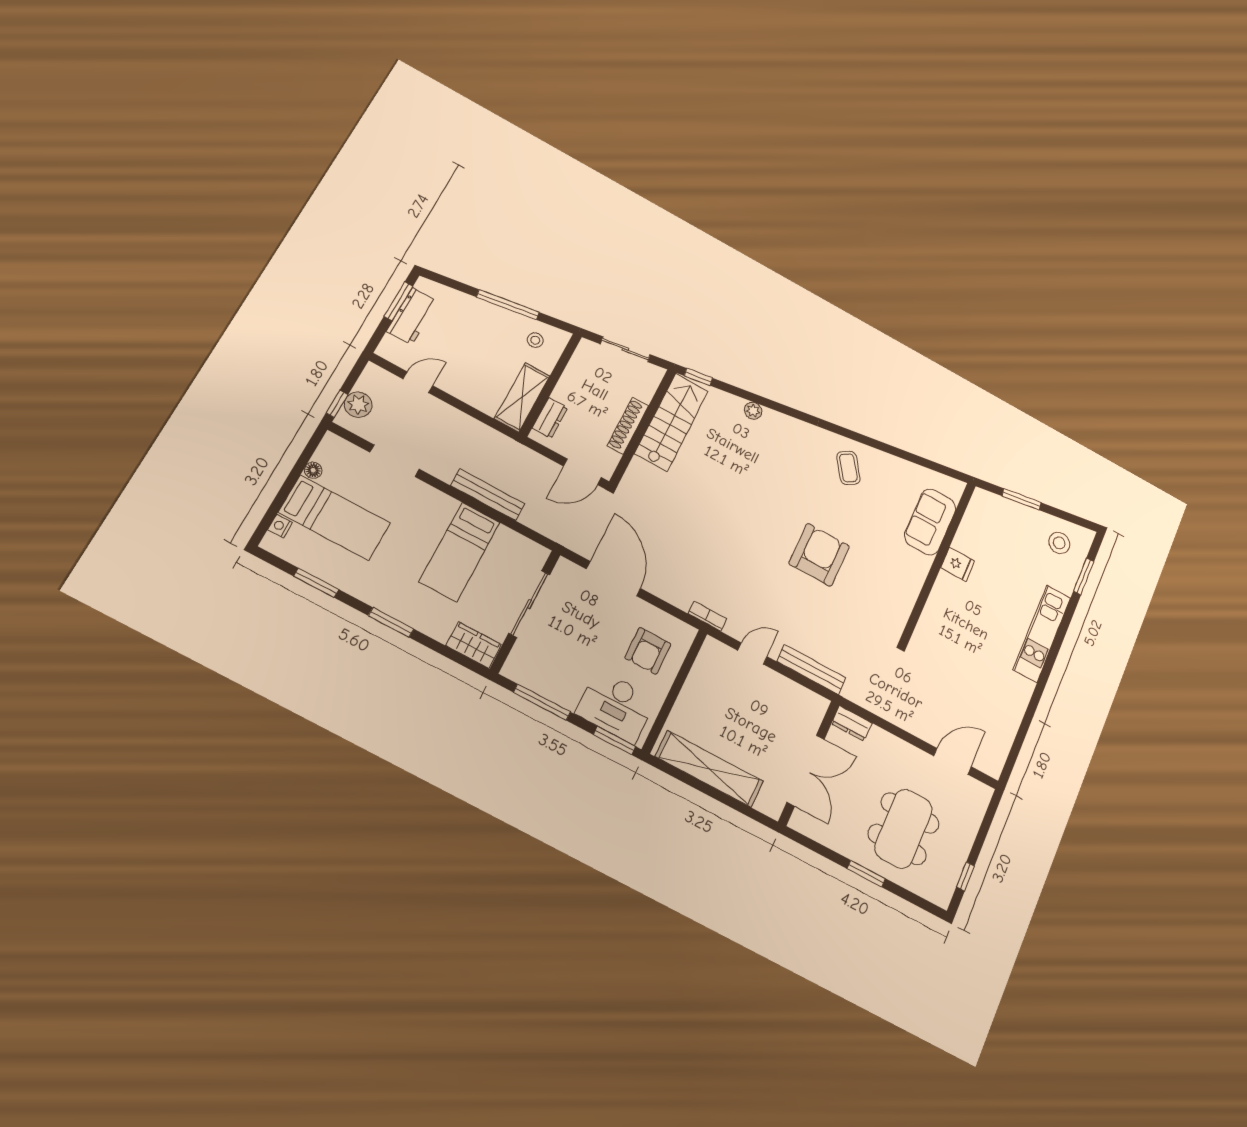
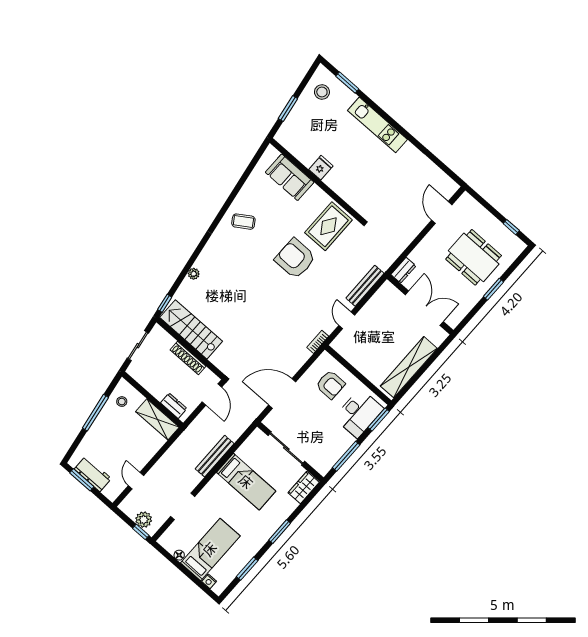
rug: (880, 594) -> (328, 226), added

